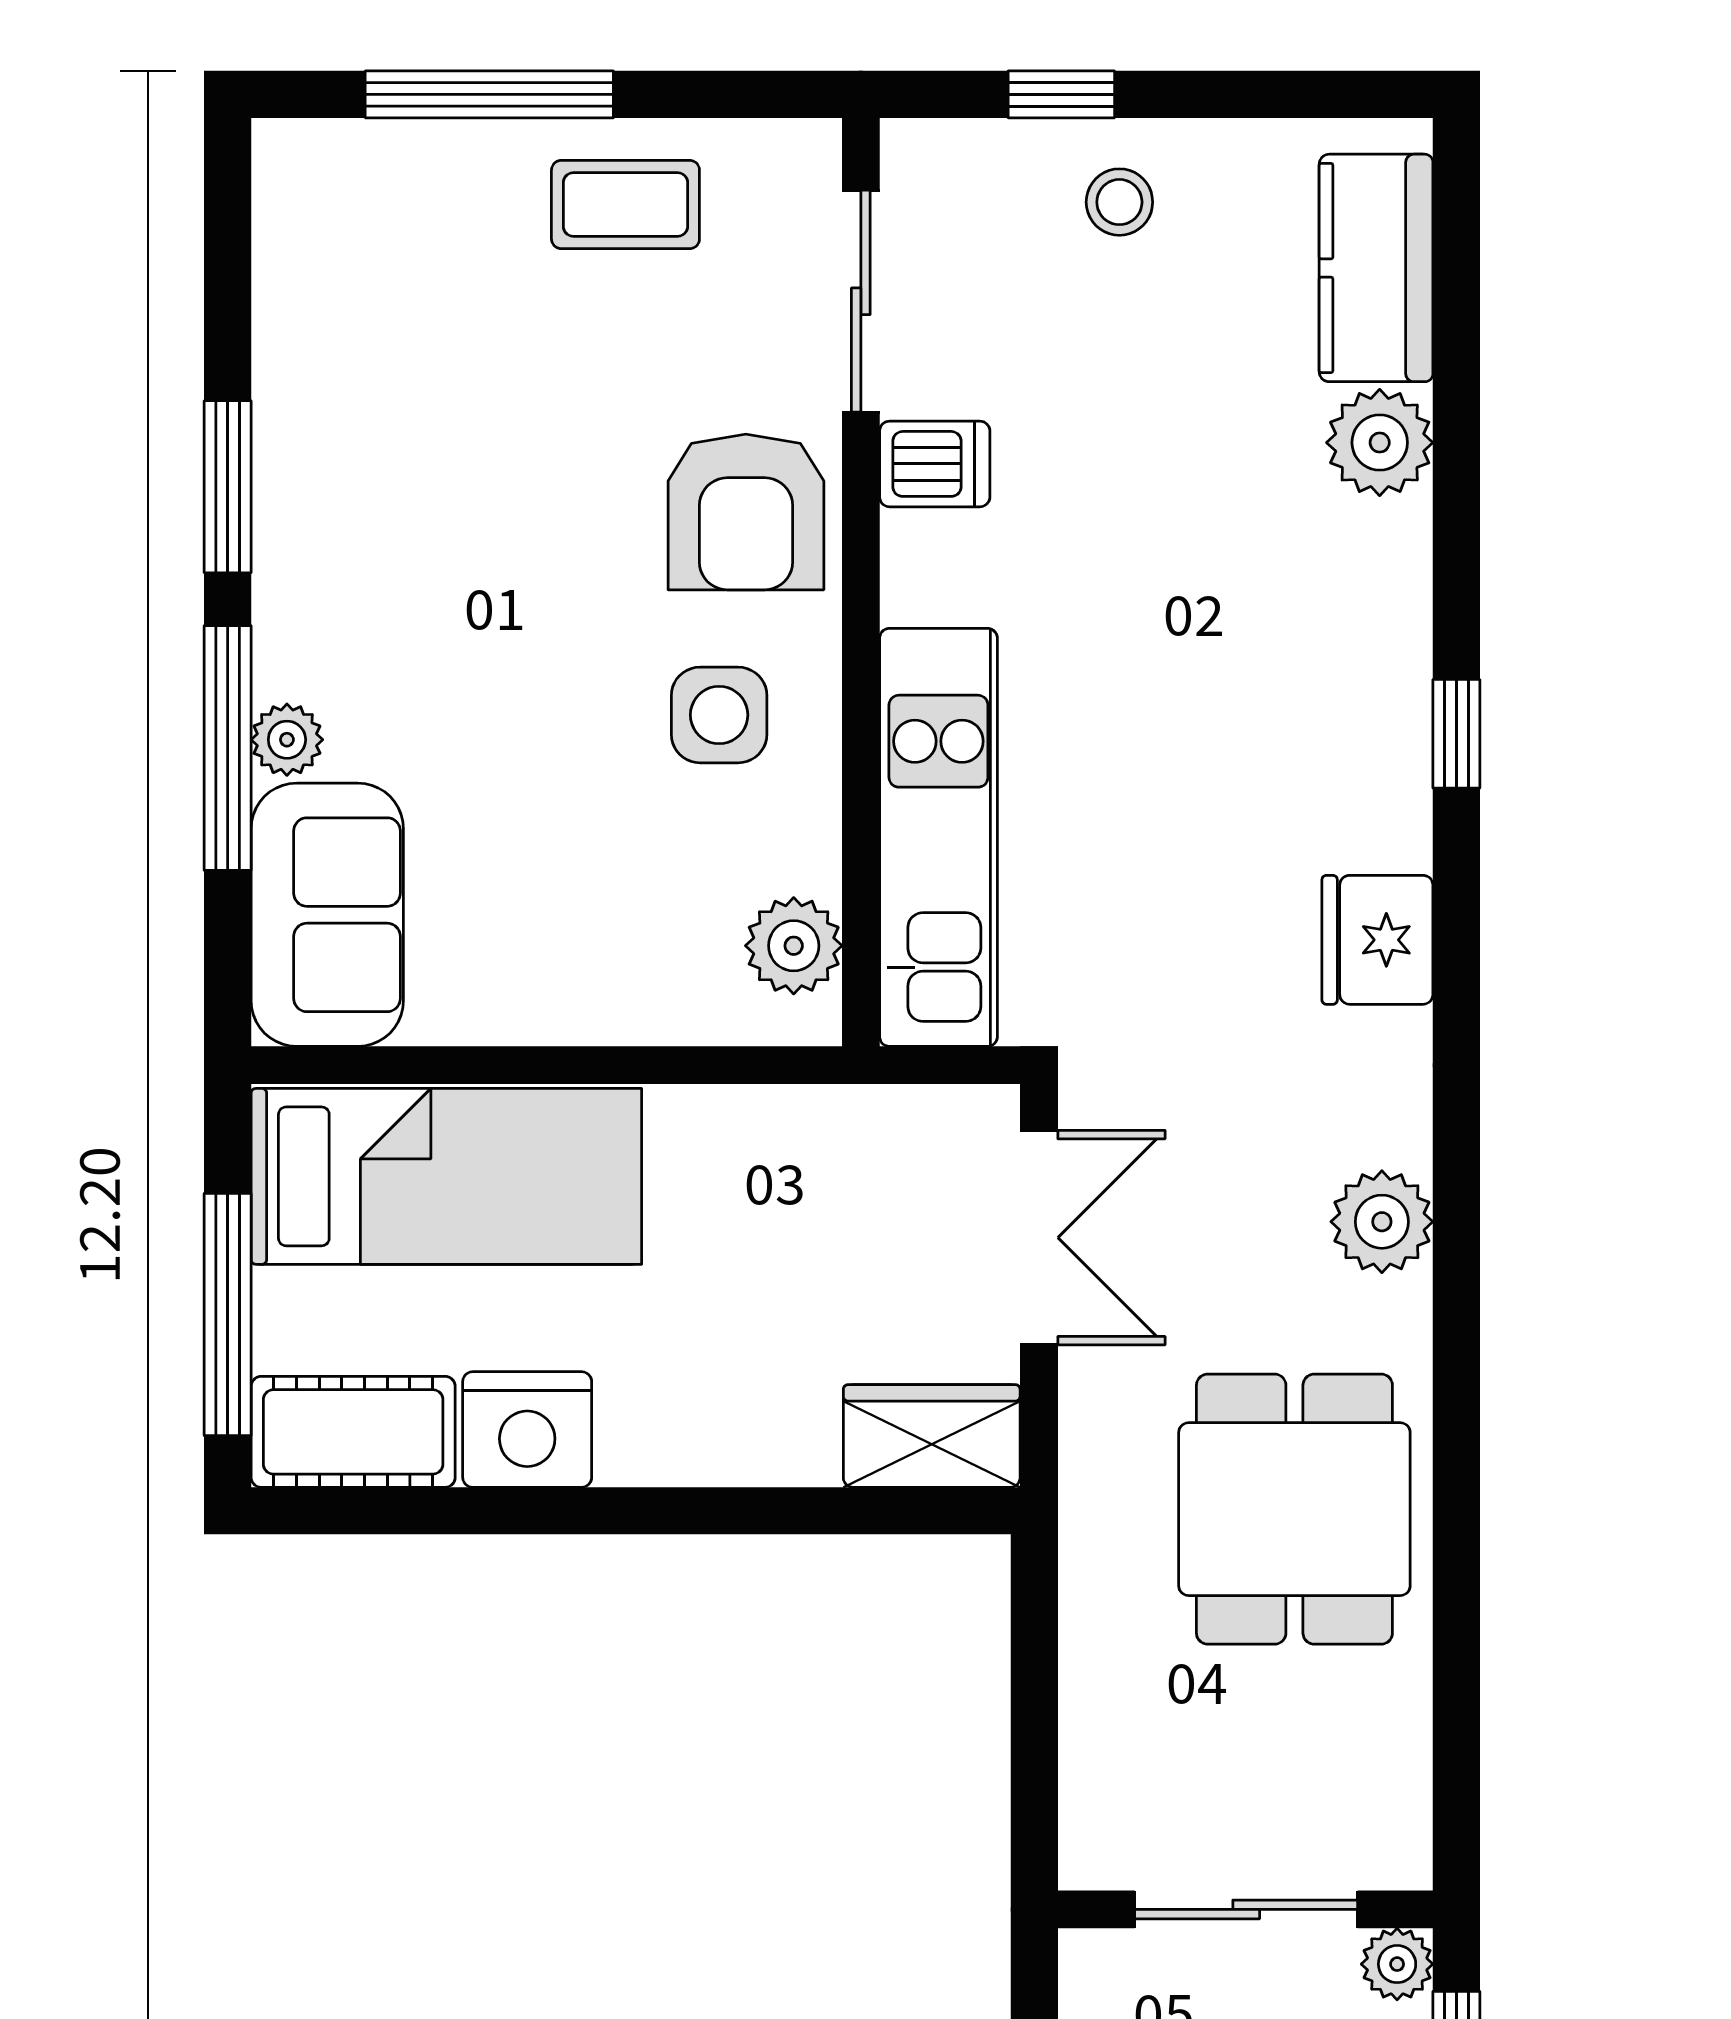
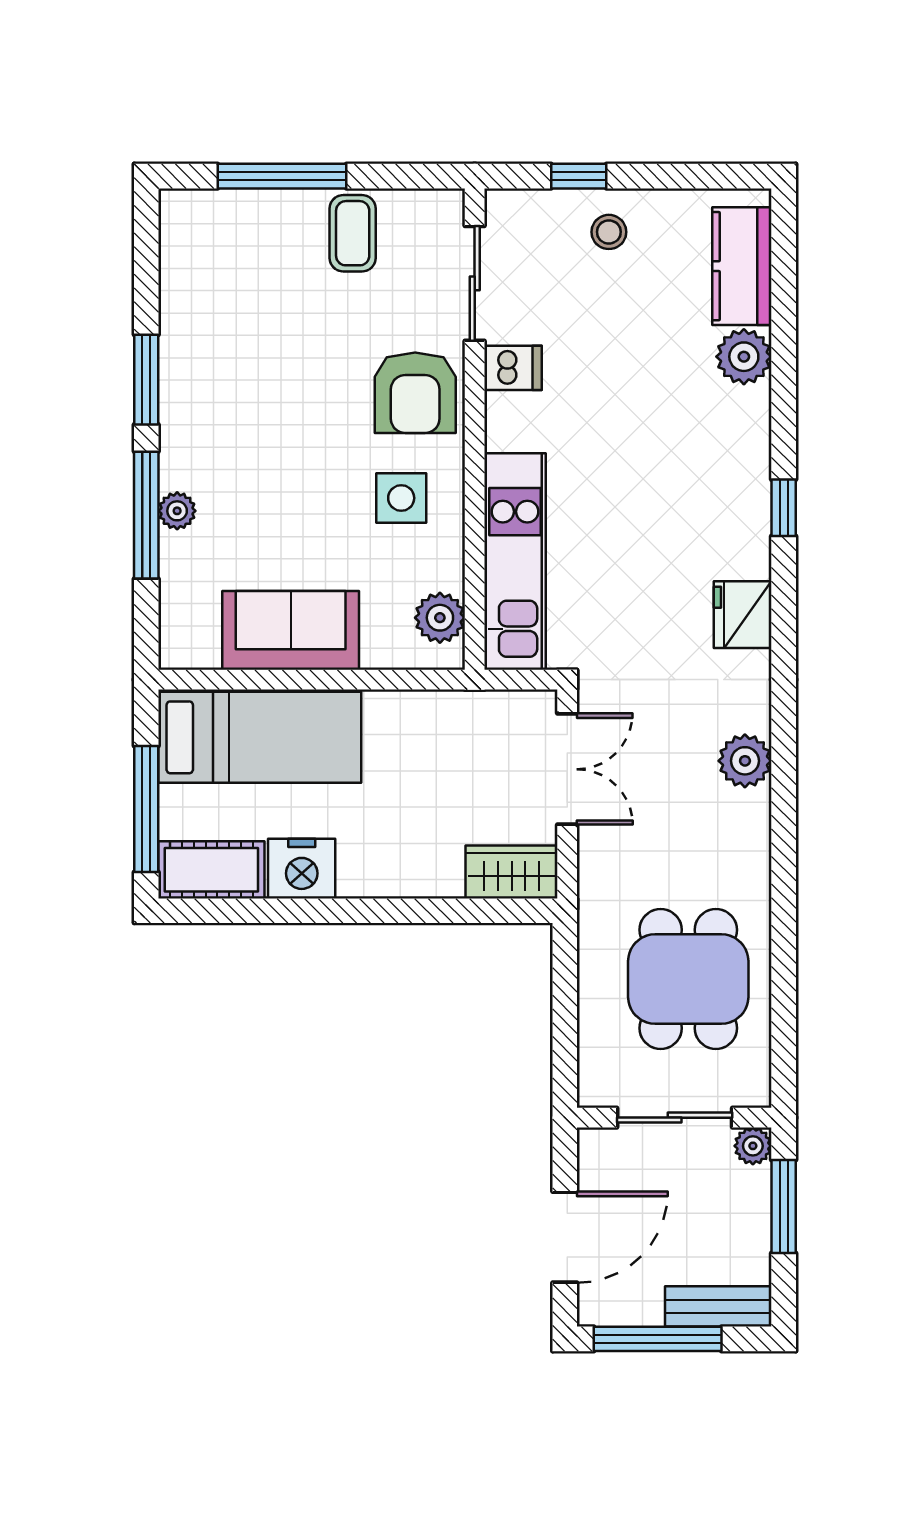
coffee table: (625, 205) -> (353, 233), turned 90
sofa: (327, 915) -> (291, 630), moved, turned -90
dining table: (1294, 1509) -> (688, 979), moved

